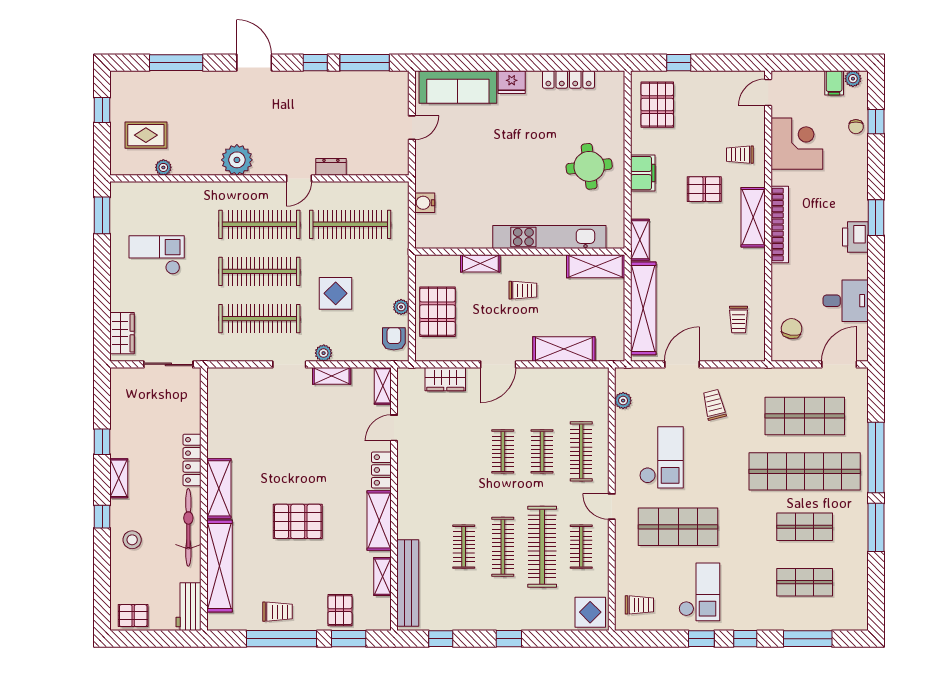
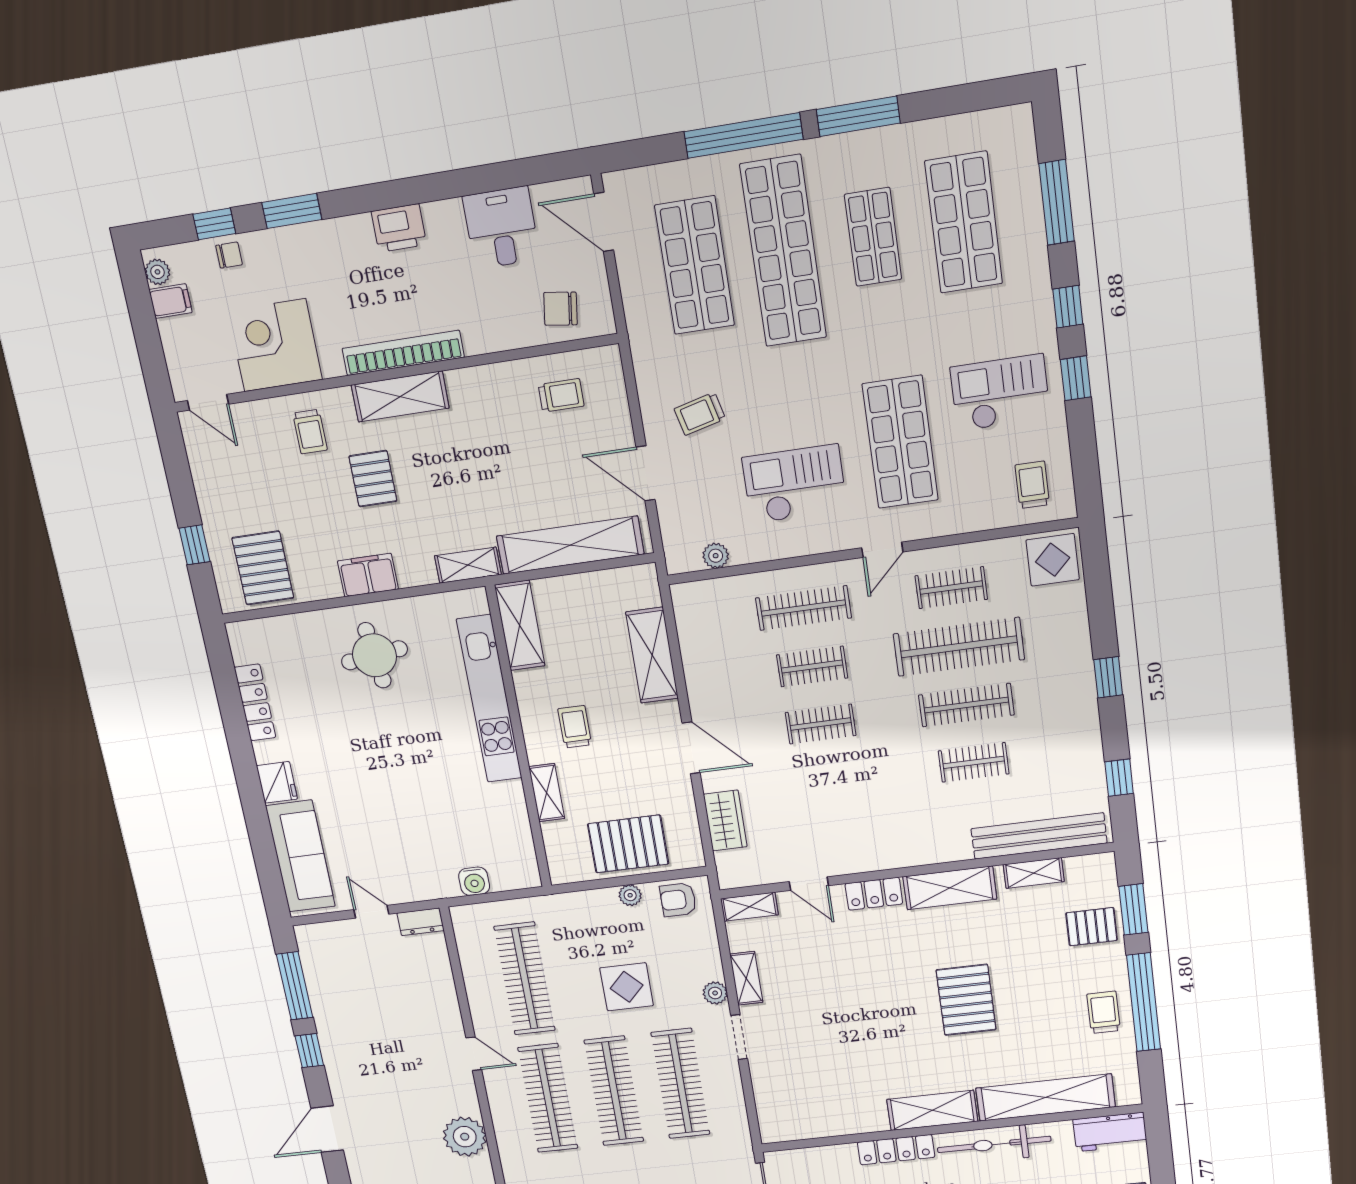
pallet: (657, 105) -> (263, 568), turned 90
dresser: (331, 167) -> (420, 922), moved, turned -90
window: (876, 218) -> (292, 211), moved
shop shelf: (805, 582) -> (964, 222), width x1.43, depth x1.36

